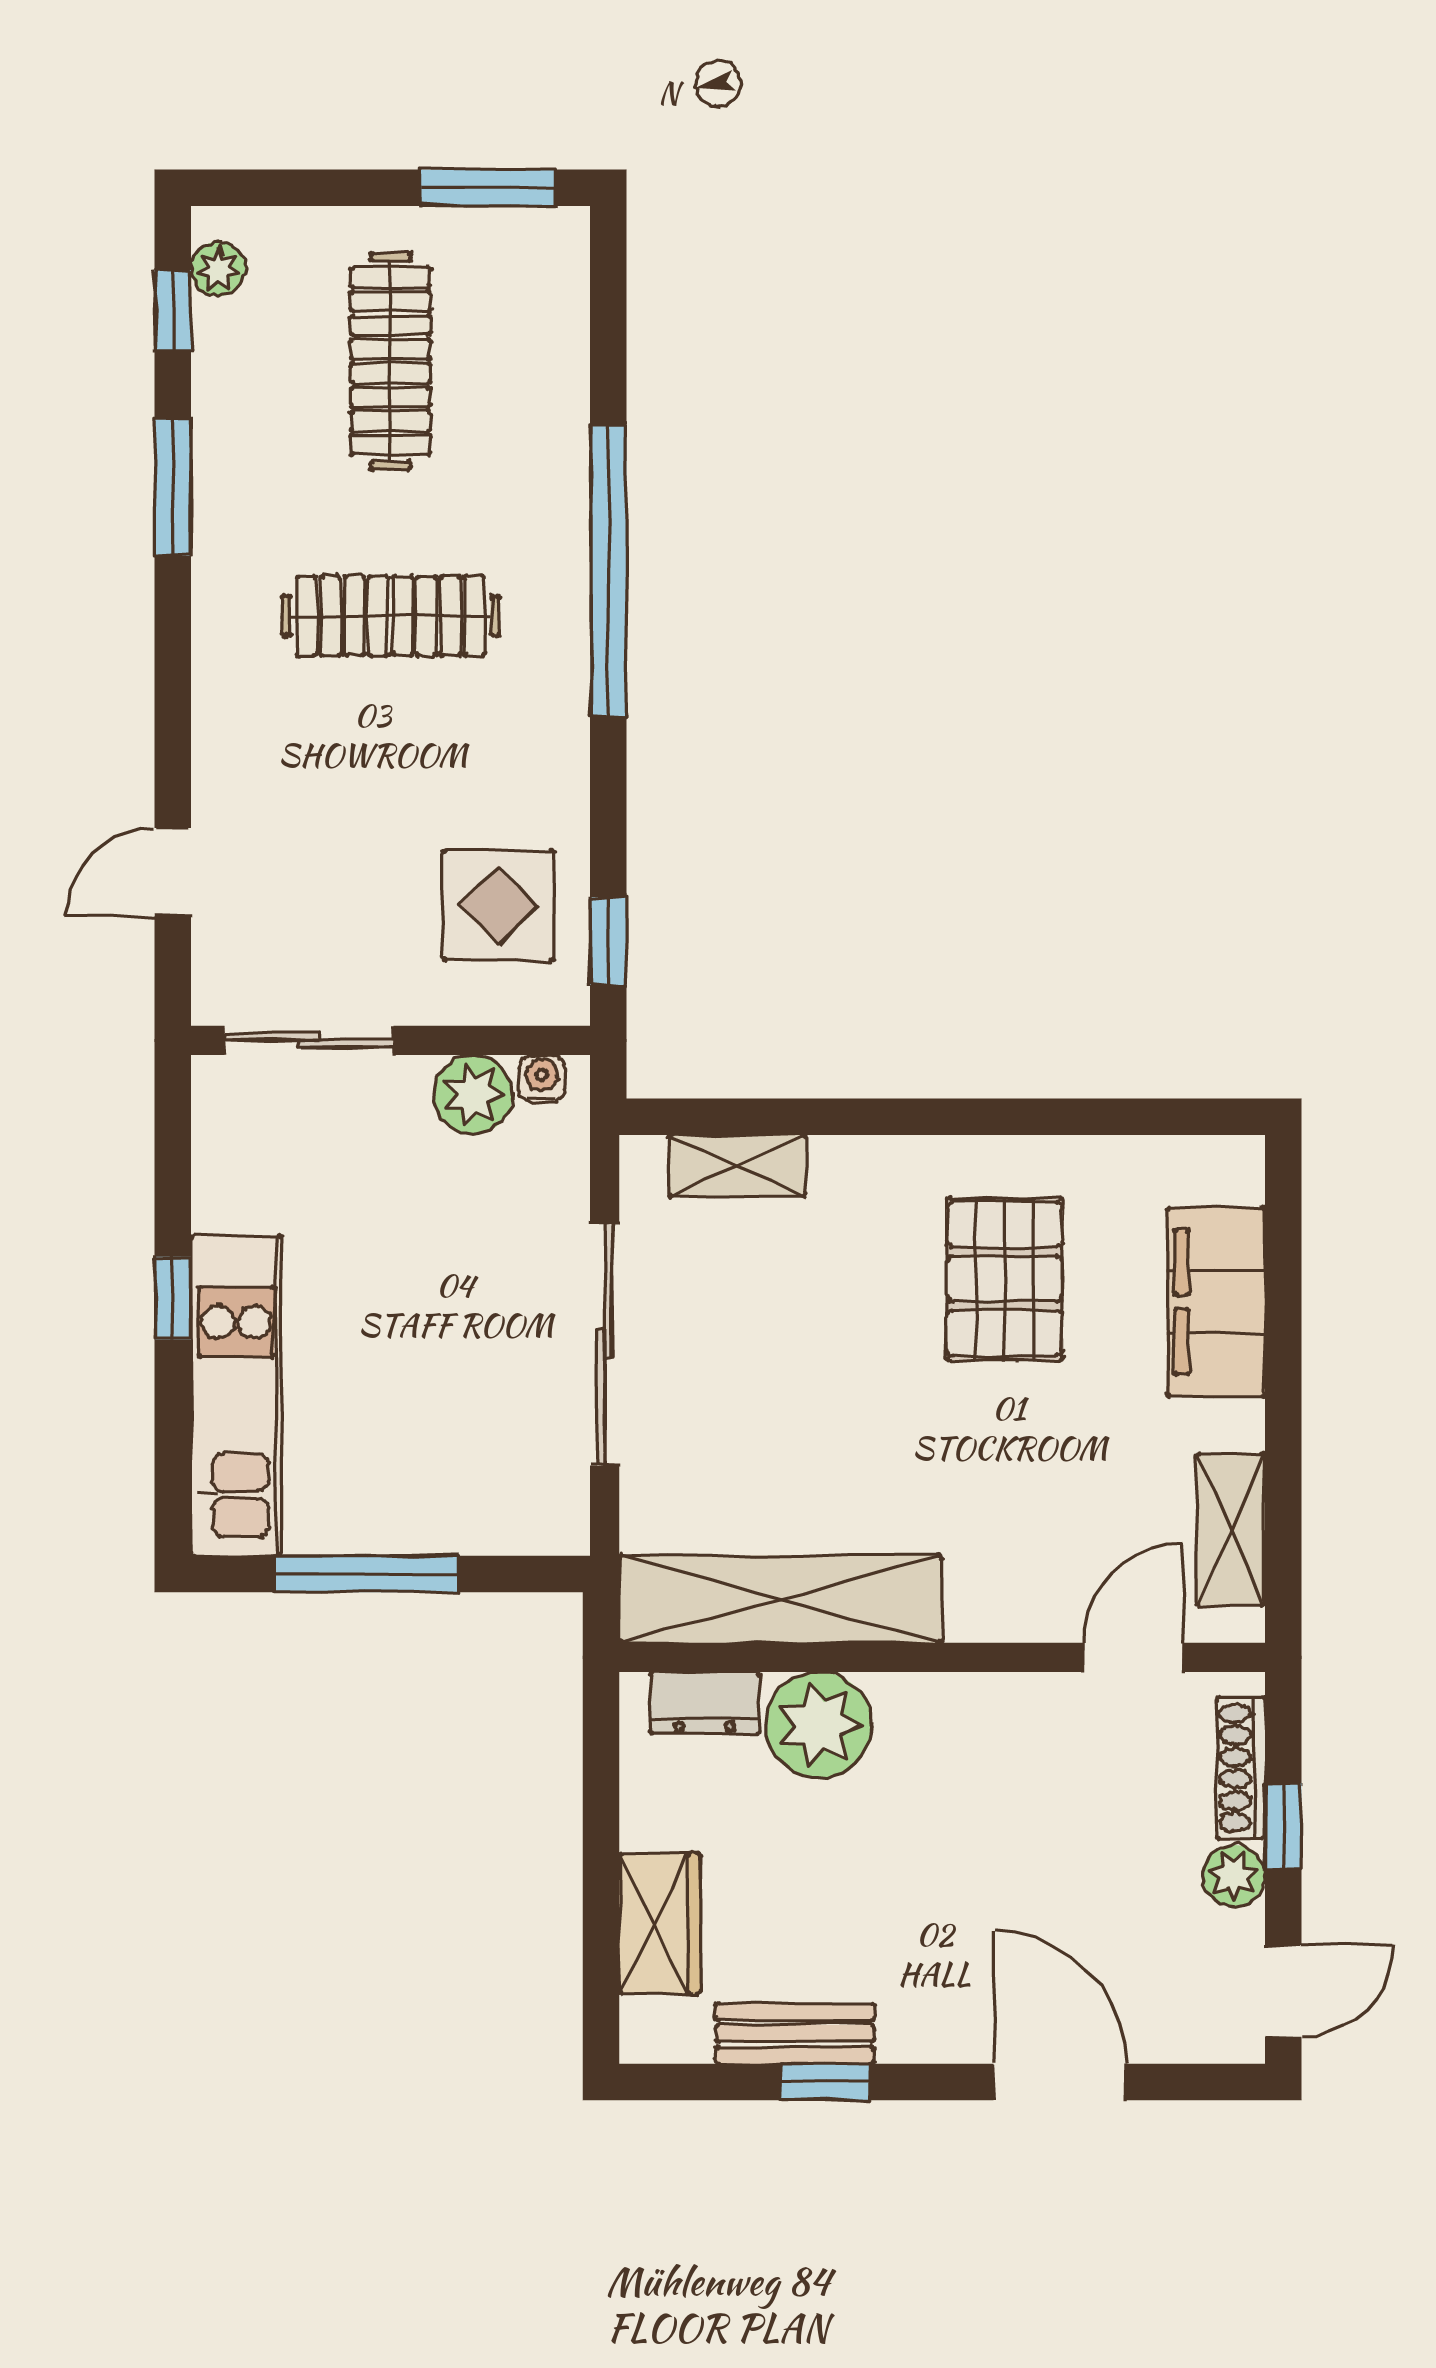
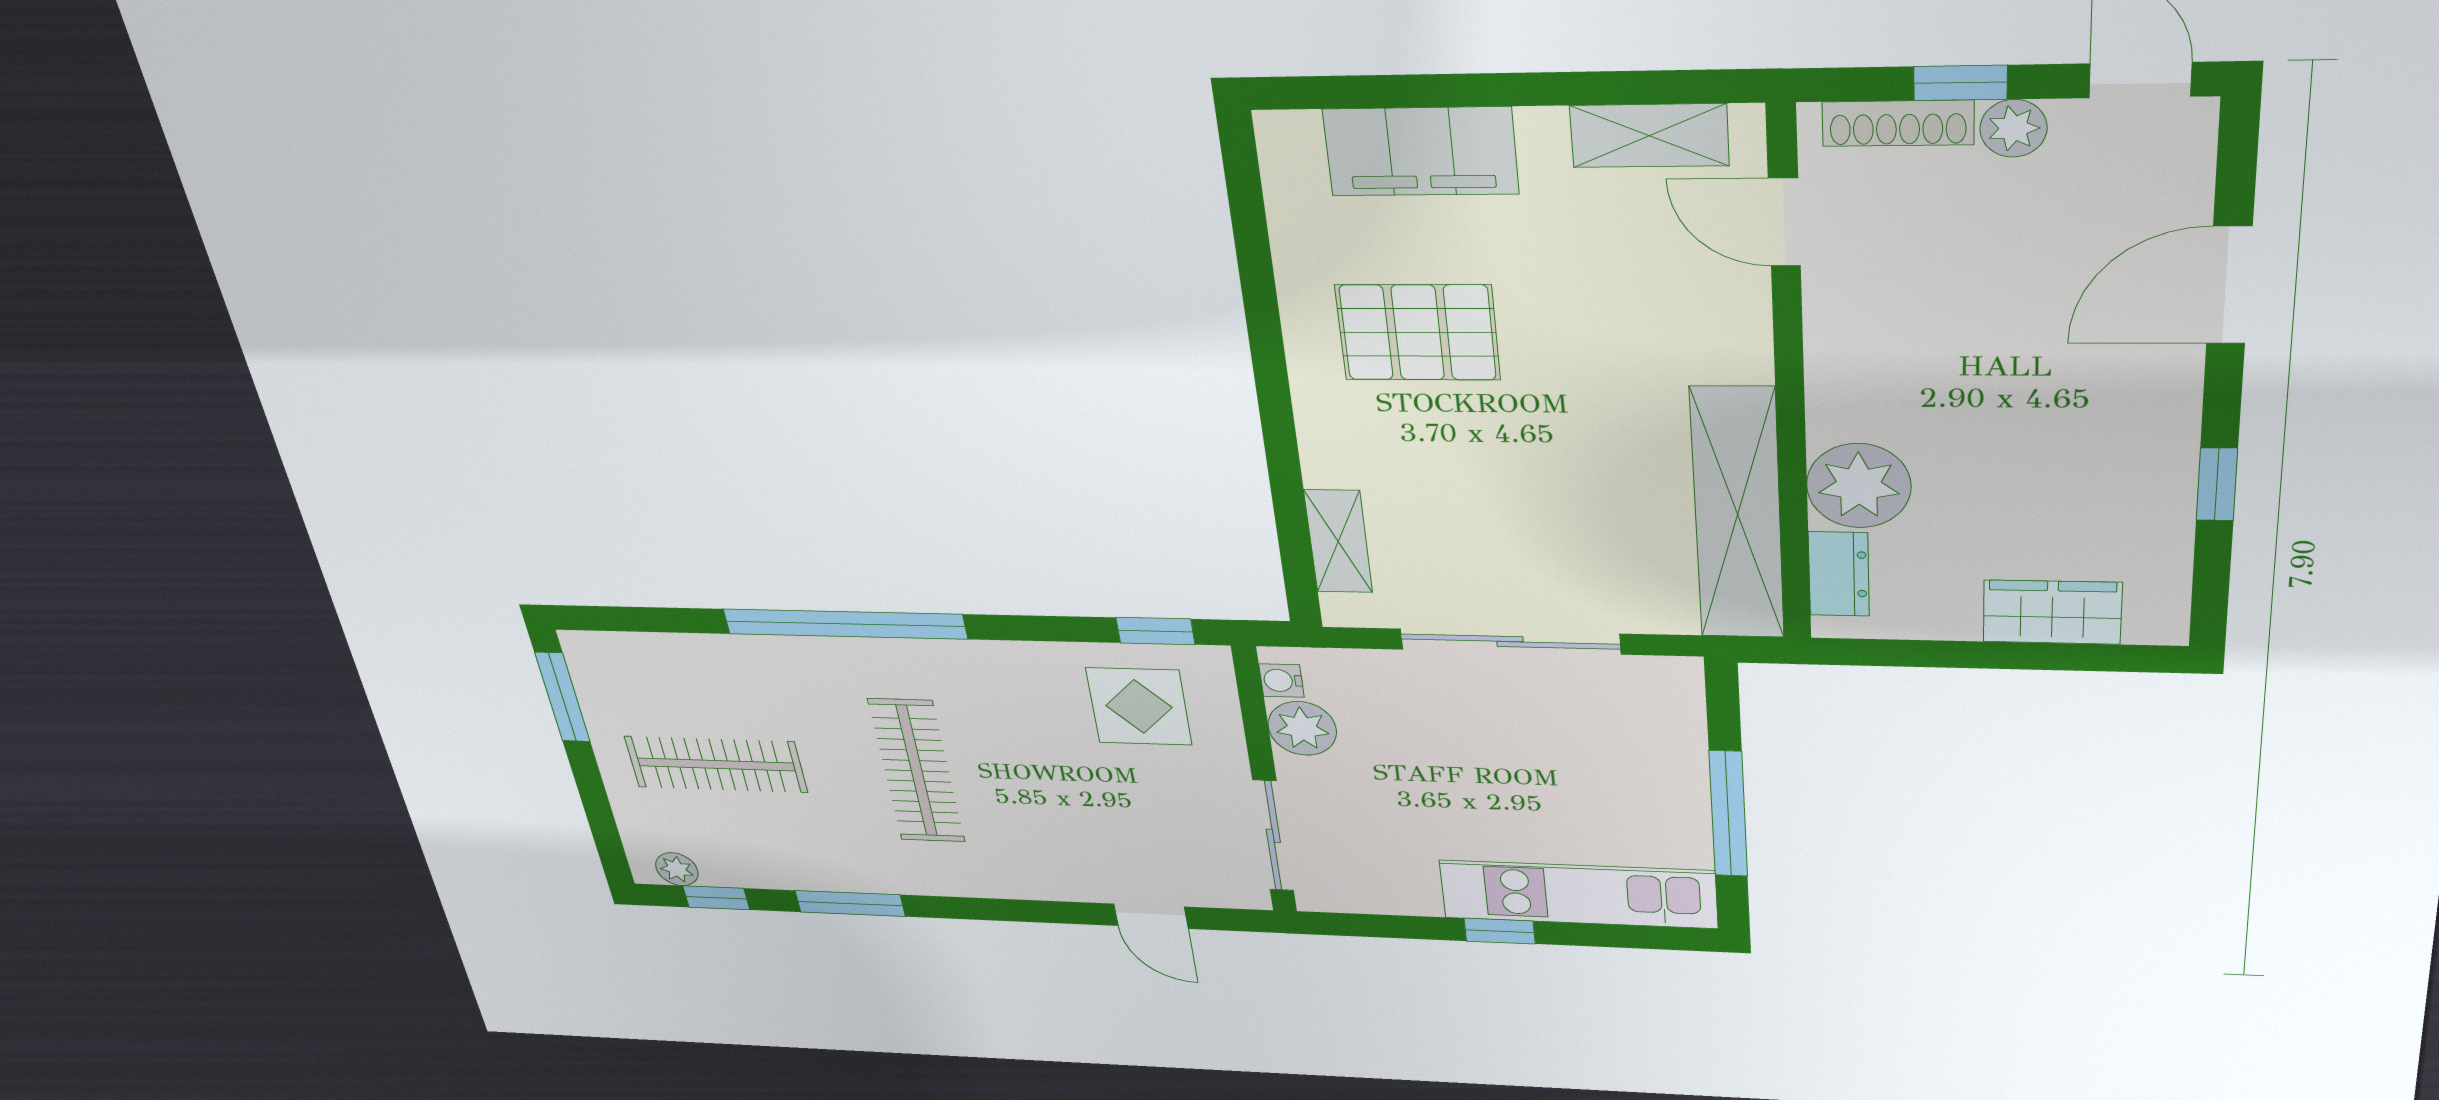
bench: (795, 2033) -> (2166, 508), removed

